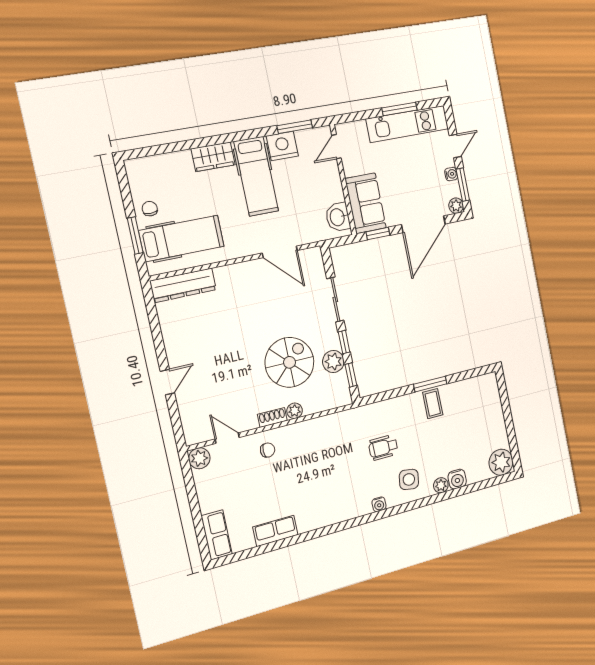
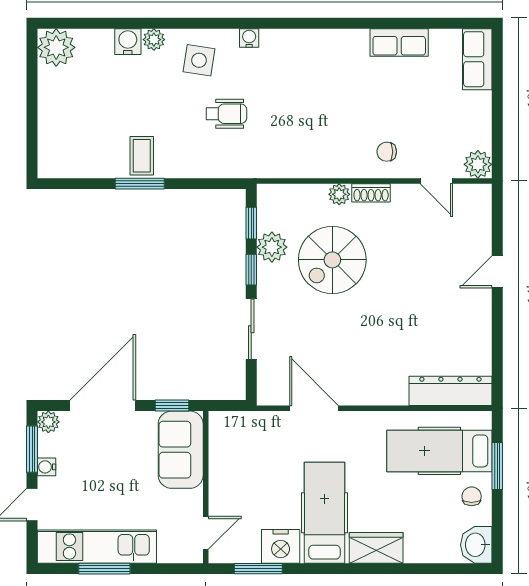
chair: (150, 209) -> (472, 496), turned 180
washbasin: (338, 217) -> (476, 545), moved, turned 180

